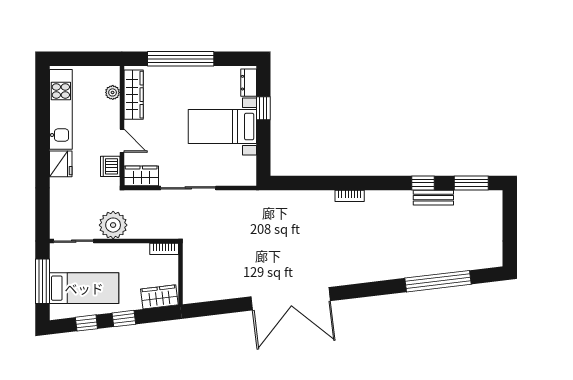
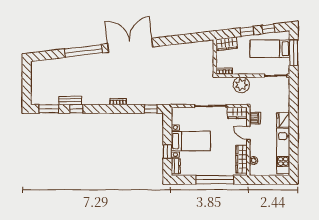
window: (293, 183) -> (151, 109), added
plant: (113, 225) -> (241, 85), moved
window: (438, 281) -> (83, 51), moved
double door: (291, 299) -> (130, 45), moved

